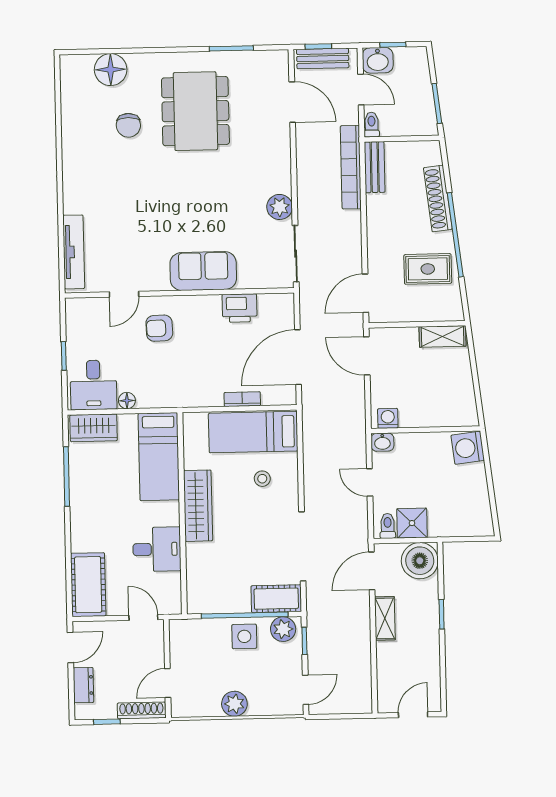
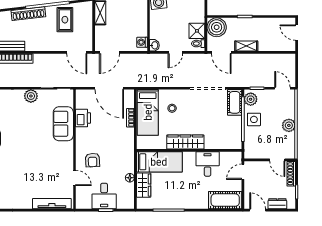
sofa: (203, 271) -> (63, 124), moved
desk: (93, 385) -> (104, 196), moved, turned 90
wardrobe: (94, 428) -> (144, 185), moved

